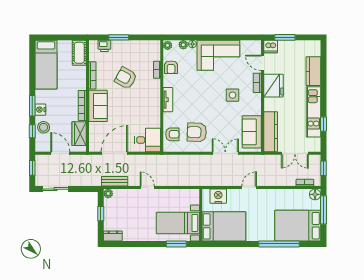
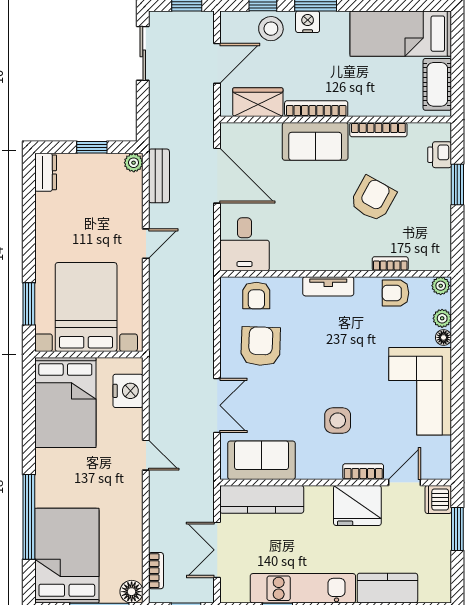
cot: (79, 53) -> (437, 84), moved, turned 90
bed with nightstands: (178, 223) -> (86, 307), width x1.36

